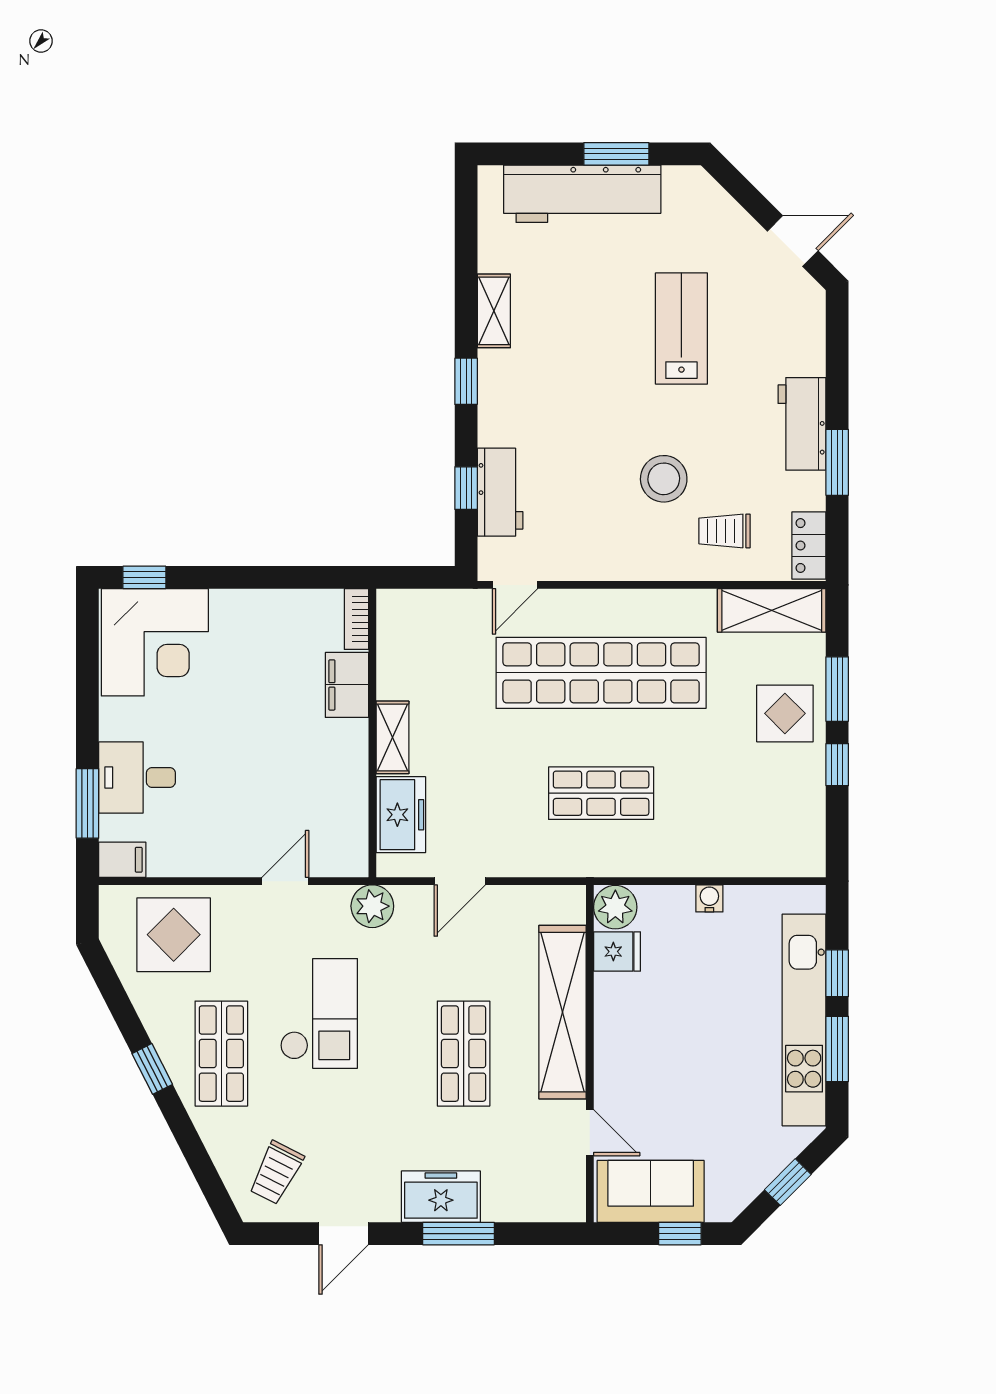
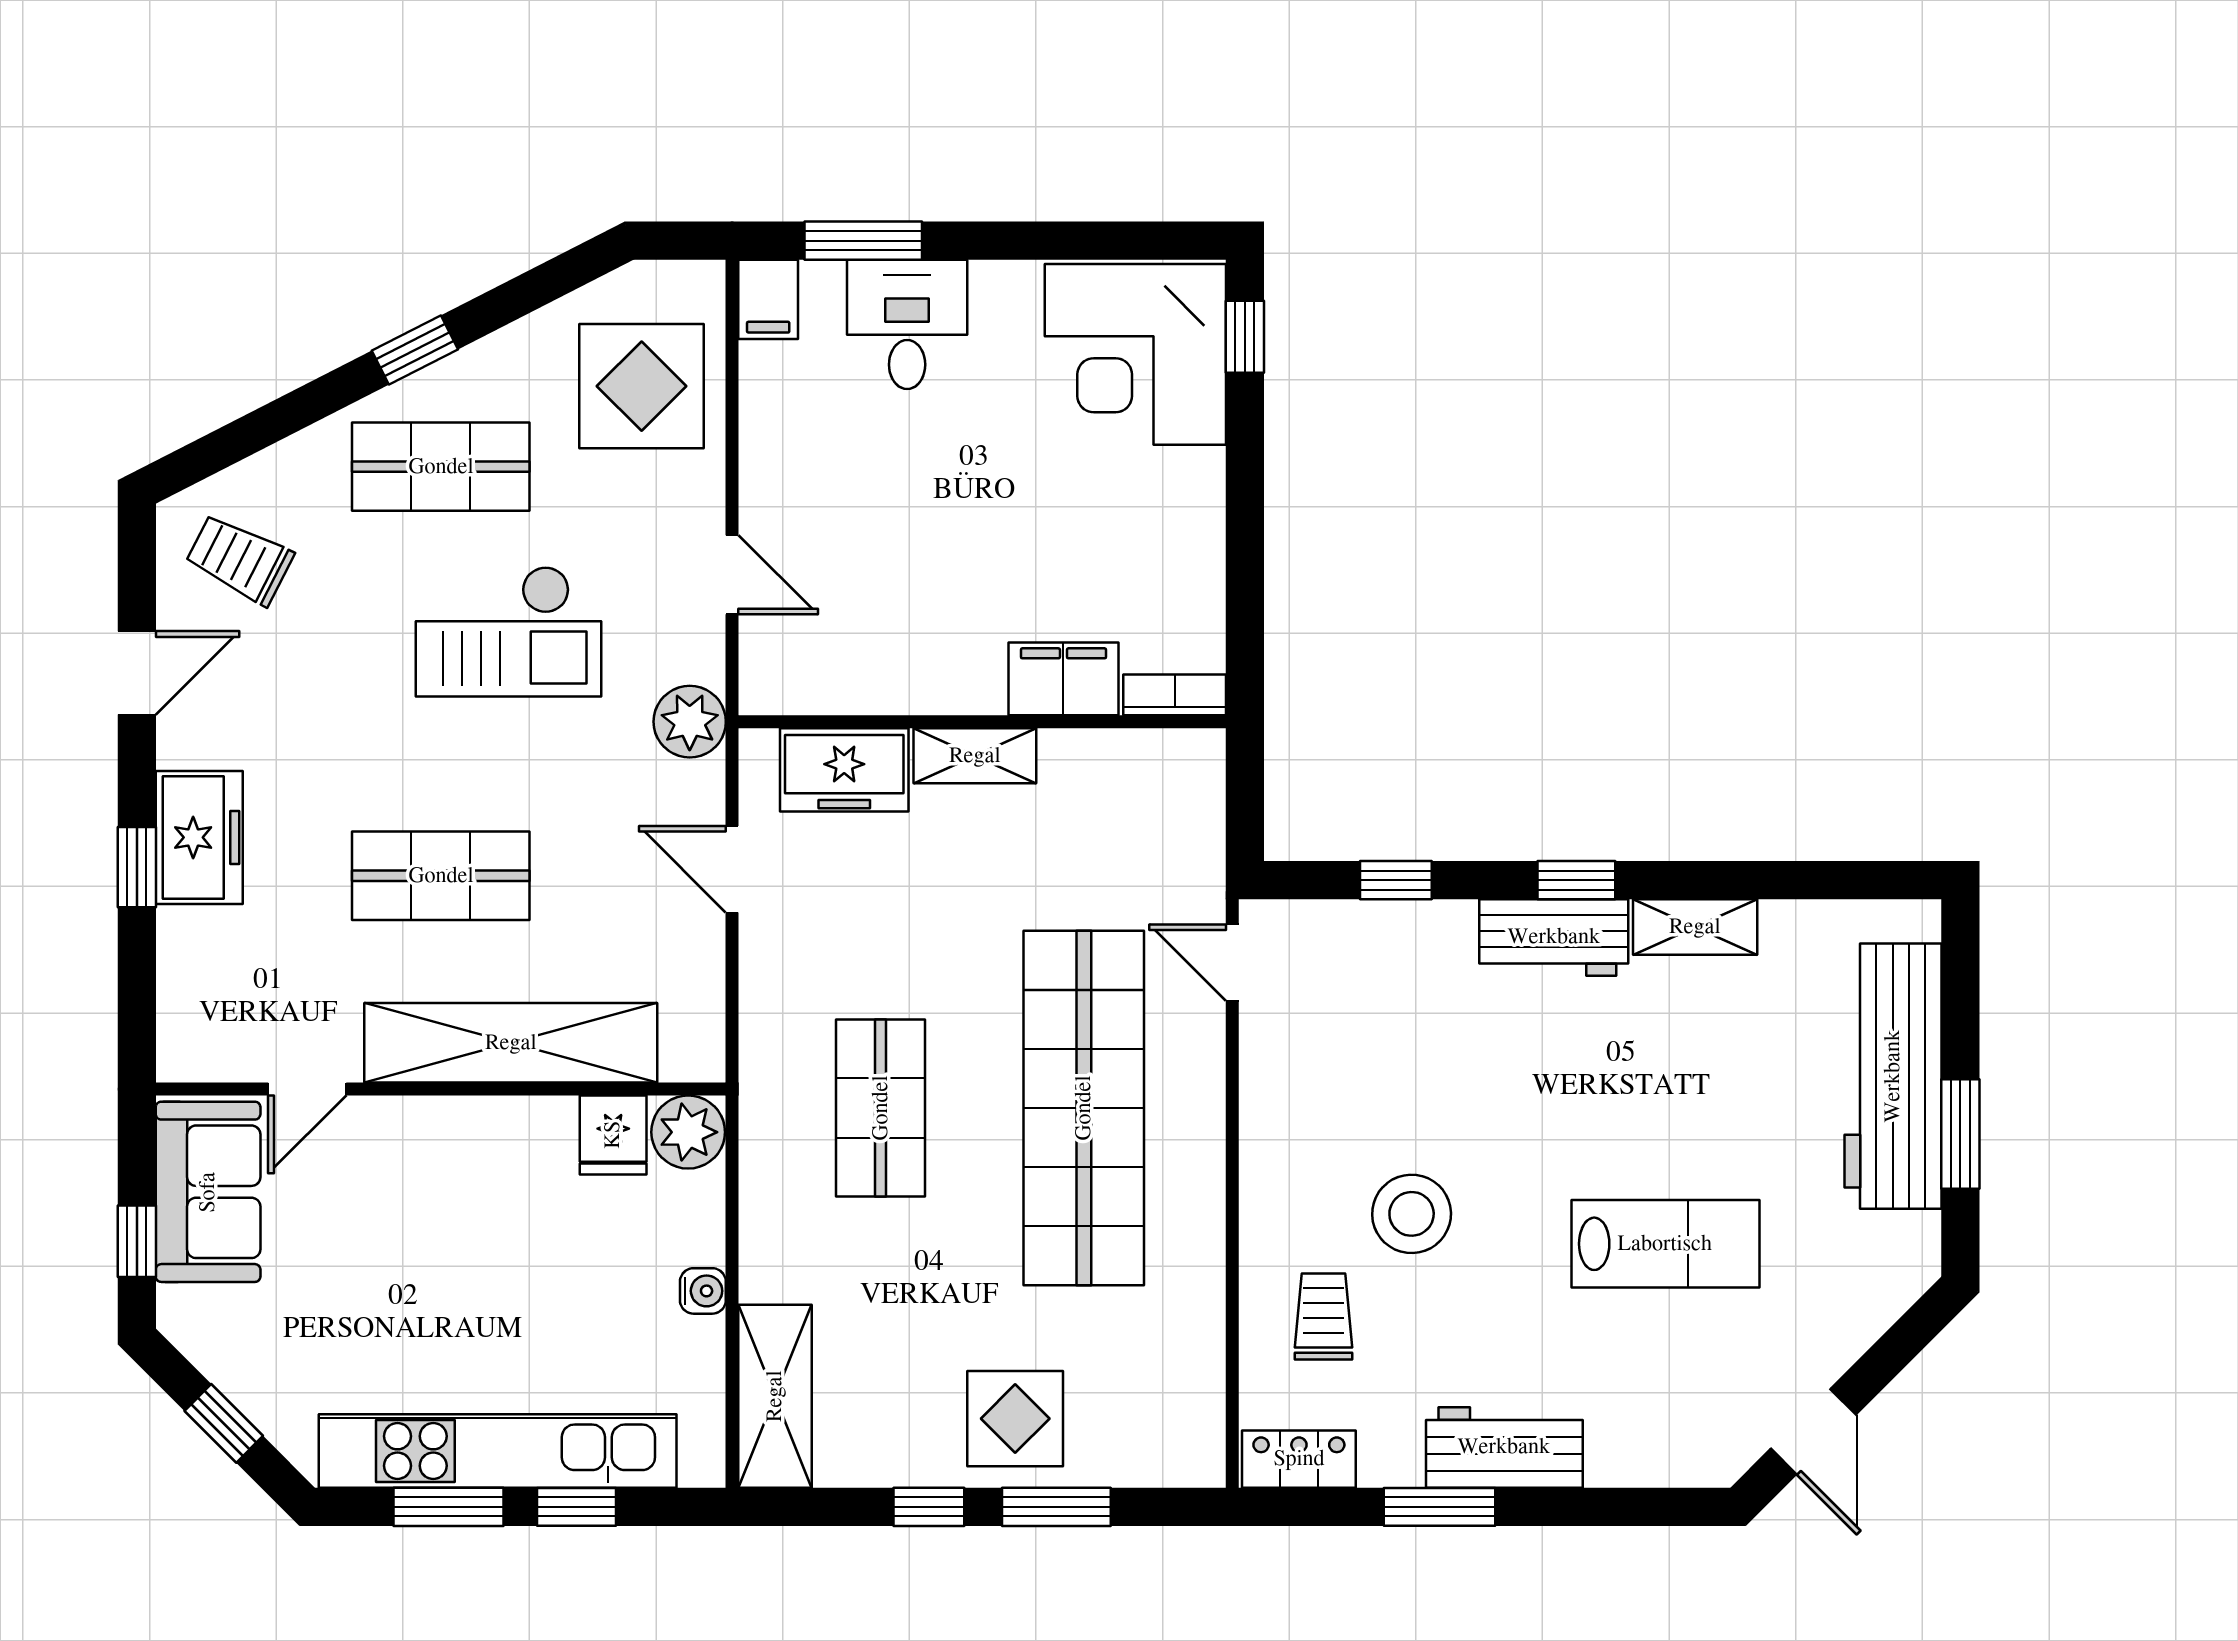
workbench: (500, 492) -> (1554, 937), moved
shelving: (772, 610) -> (775, 1396), moved
door: (343, 1234) -> (137, 673), swing flipped
window: (458, 1234) -> (137, 867), width x0.67

